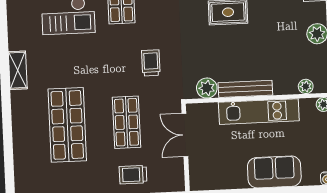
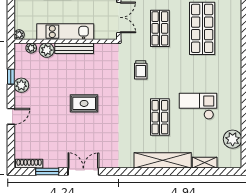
shelving: (18, 70) -> (236, 69), removed
plant: (207, 88) -> (47, 50), moved

